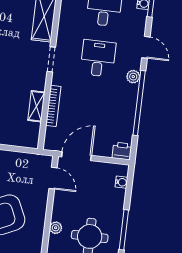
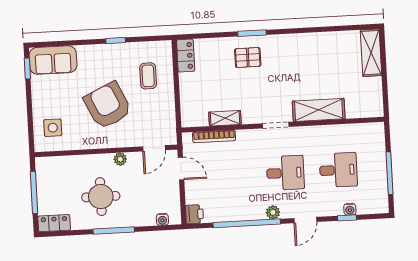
bookcase: (53, 106) -> (214, 136), moved
door: (76, 156) -> (181, 168), width x0.73
plant: (56, 228) -> (120, 159), moved

